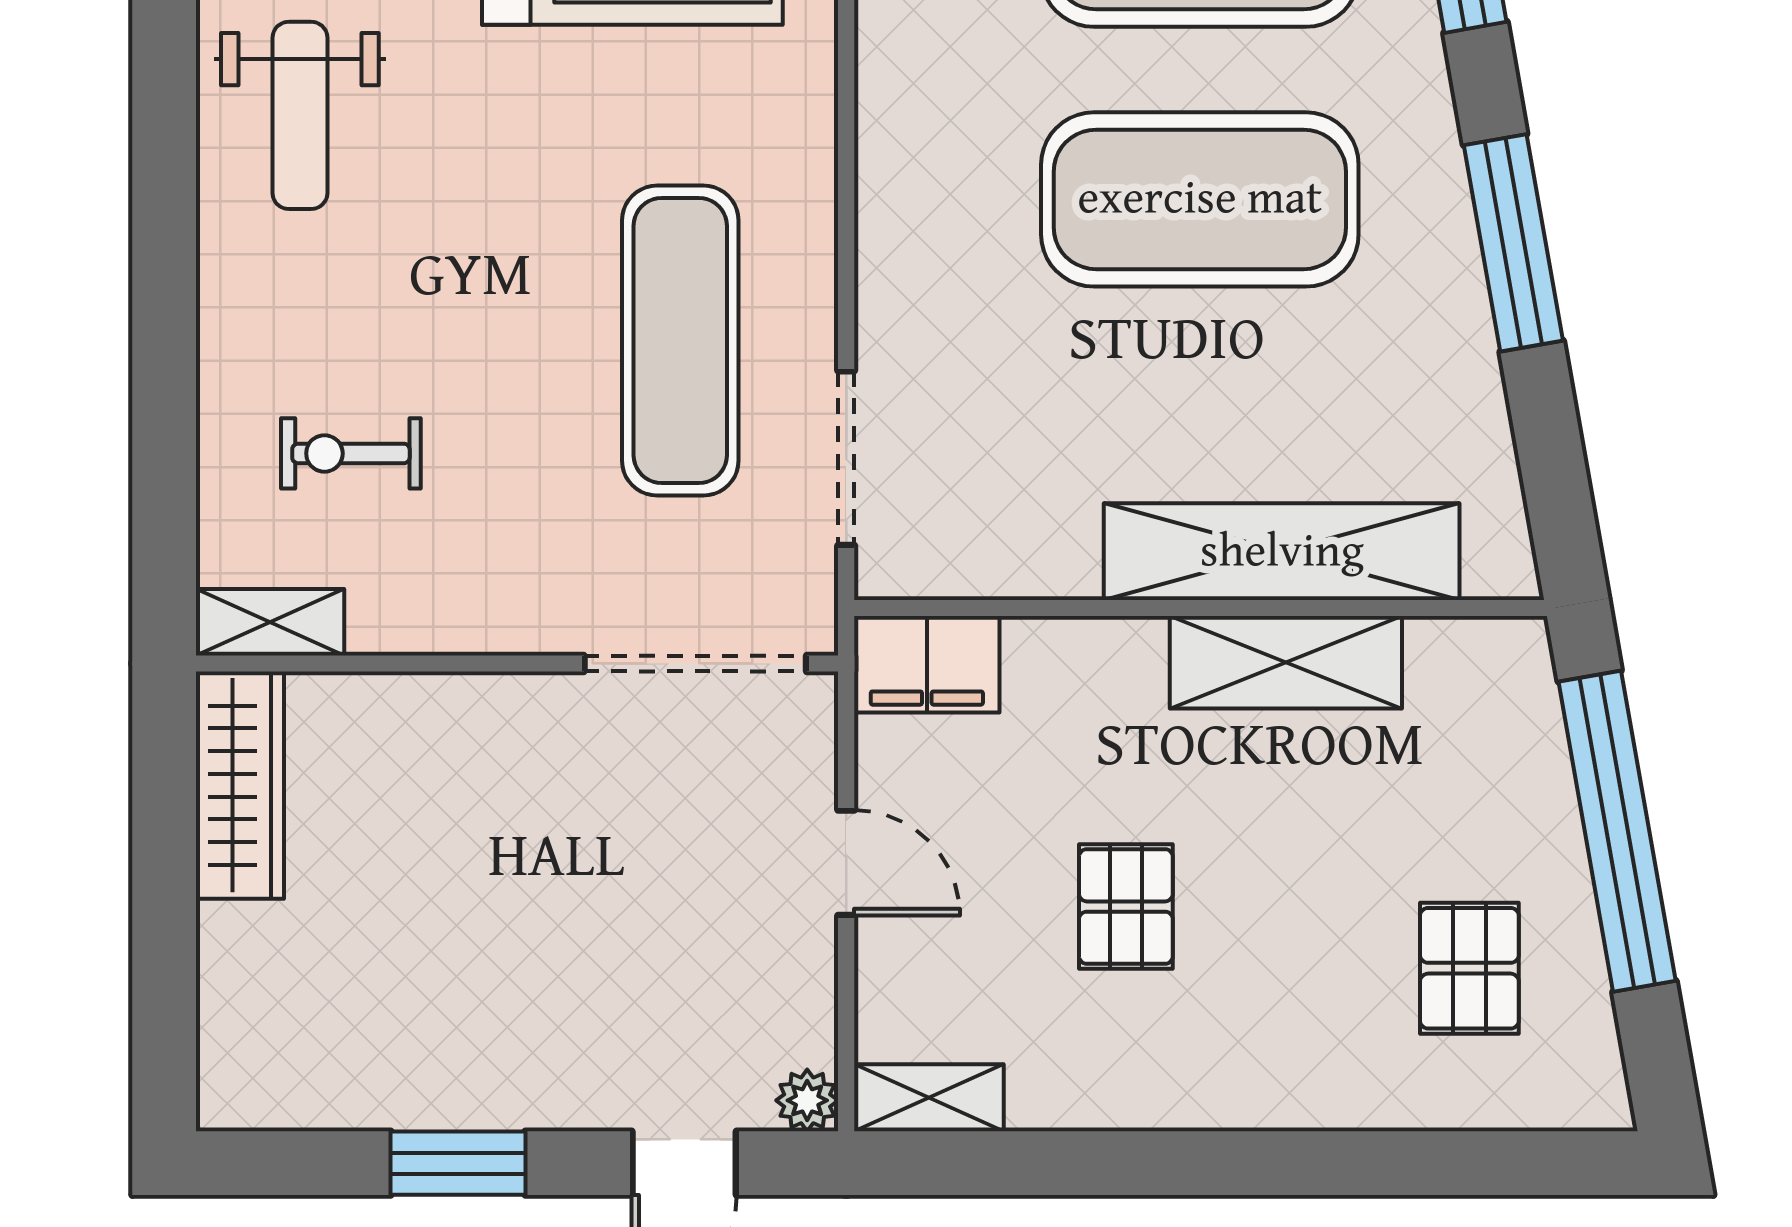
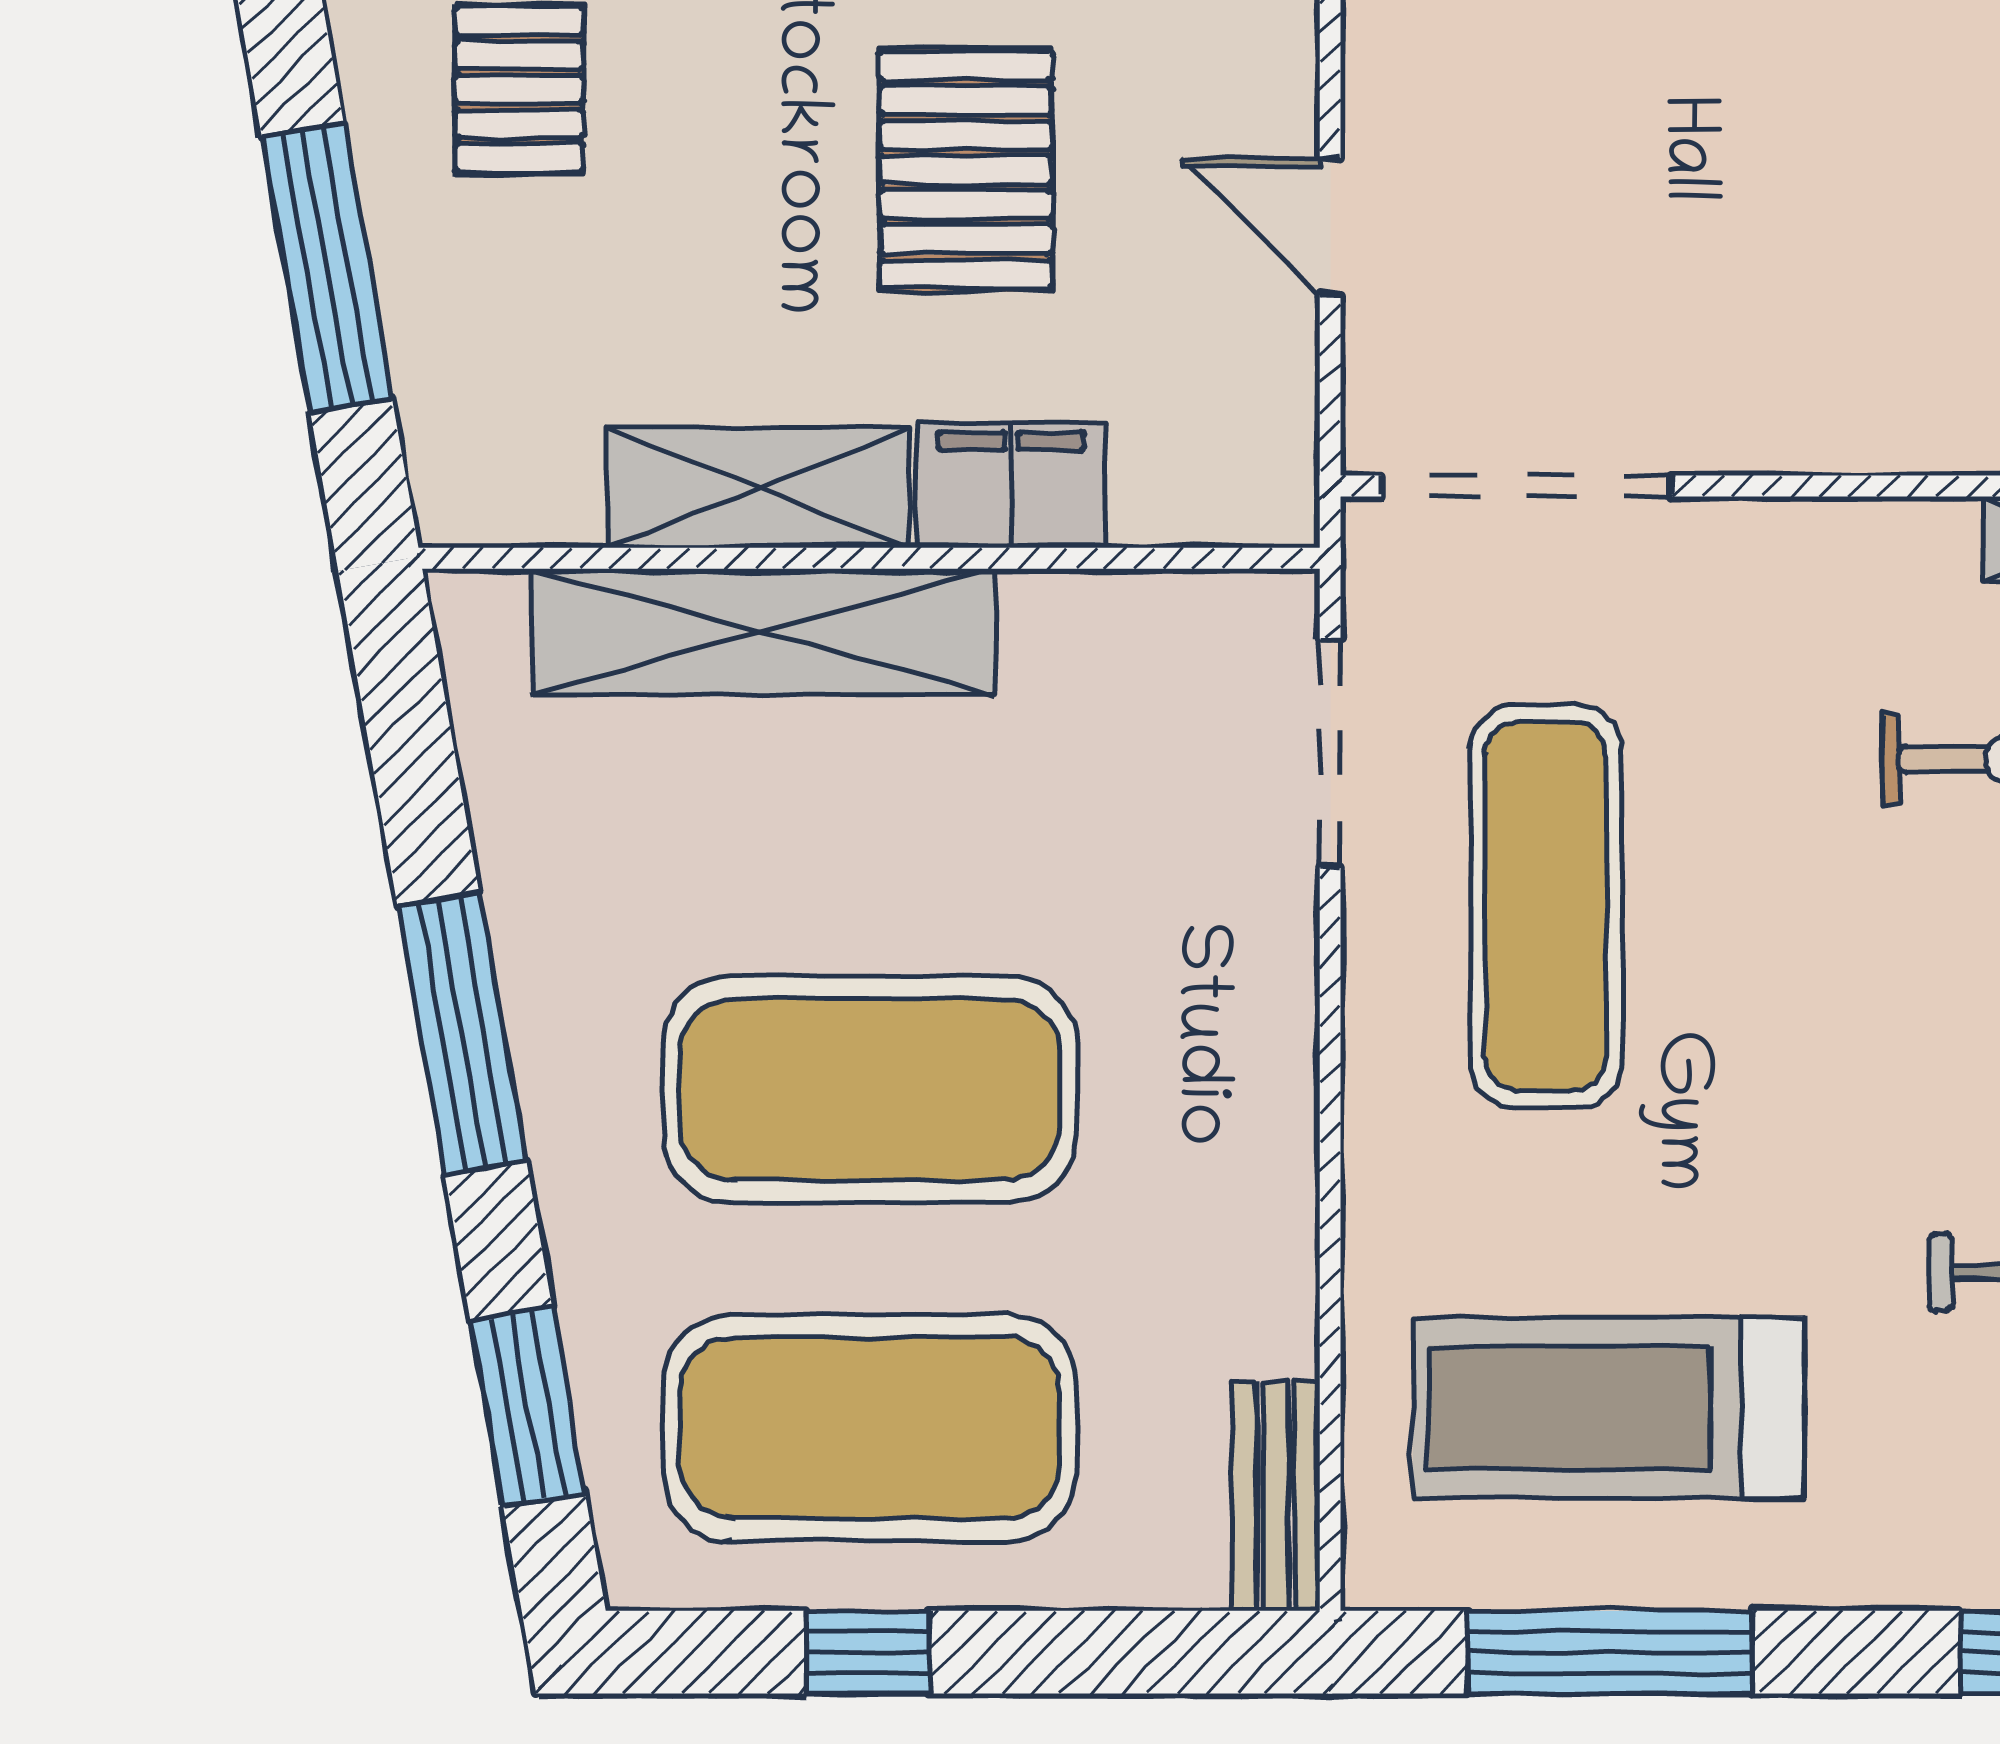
filing cabinet: (927, 664) -> (1011, 485), moved
window: (1617, 831) -> (327, 268), width x0.68
pallet: (1126, 907) -> (966, 170), width x1.50, depth x1.42

